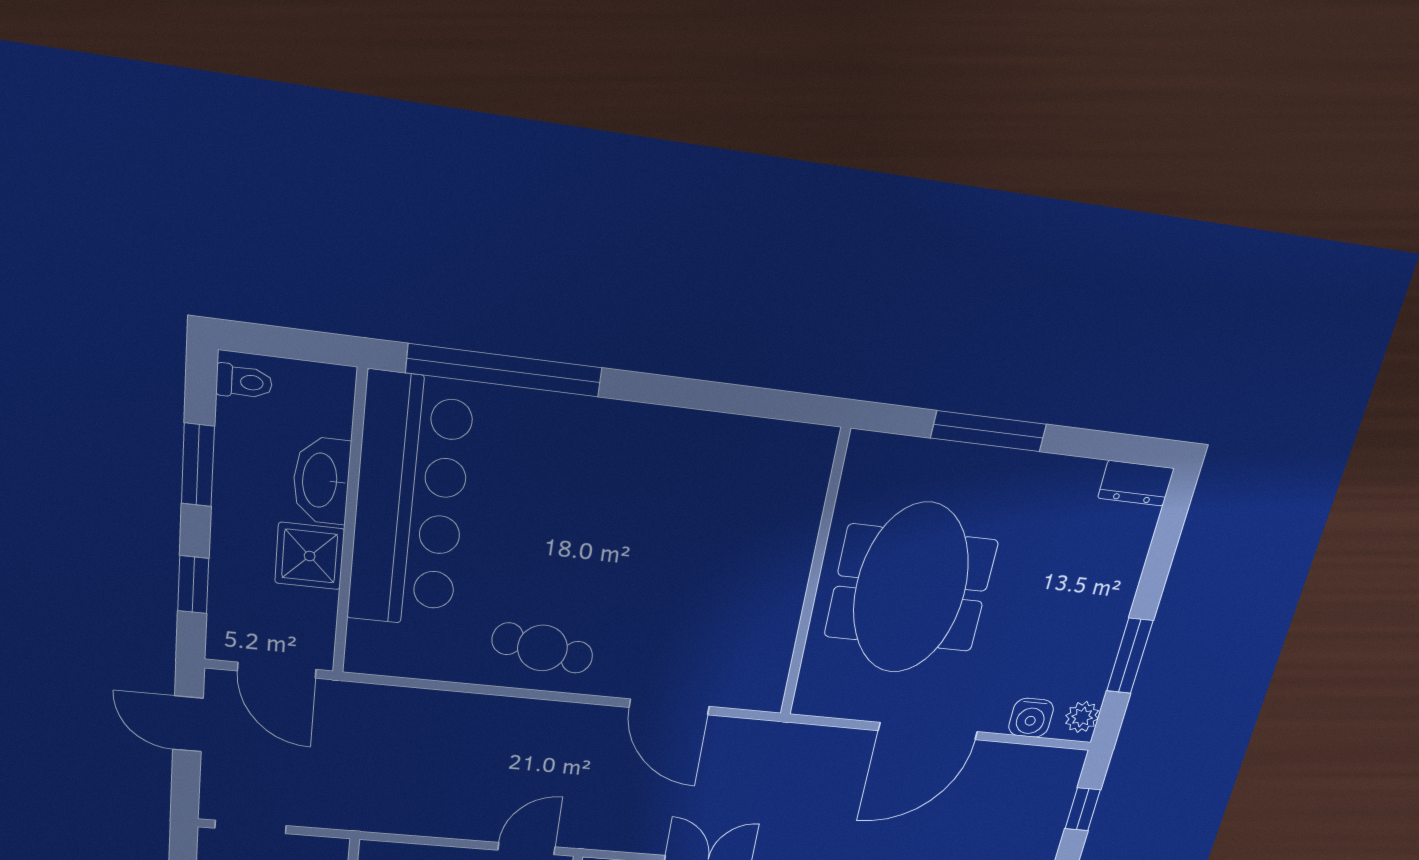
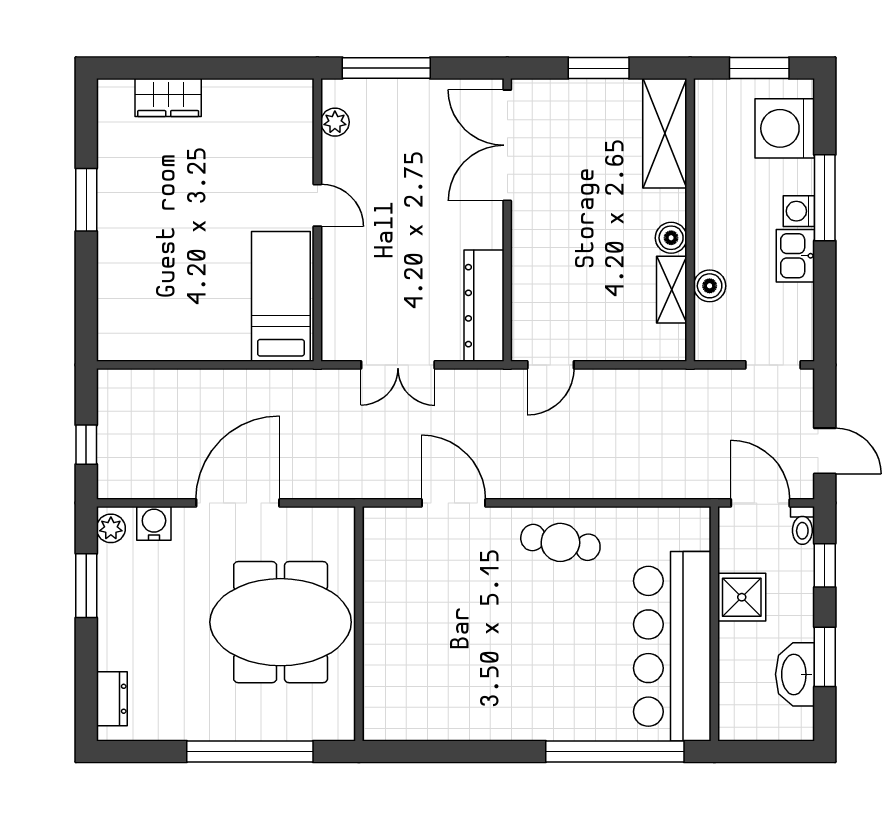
toilet: (244, 382) -> (802, 525), moved, turned -90
window: (988, 431) -> (250, 751), width x1.46
washbasin: (321, 480) -> (795, 674), moved, turned 180
dresser: (1136, 483) -> (112, 699), moved, turned 90
meeting table: (911, 589) -> (281, 622), turned 90

